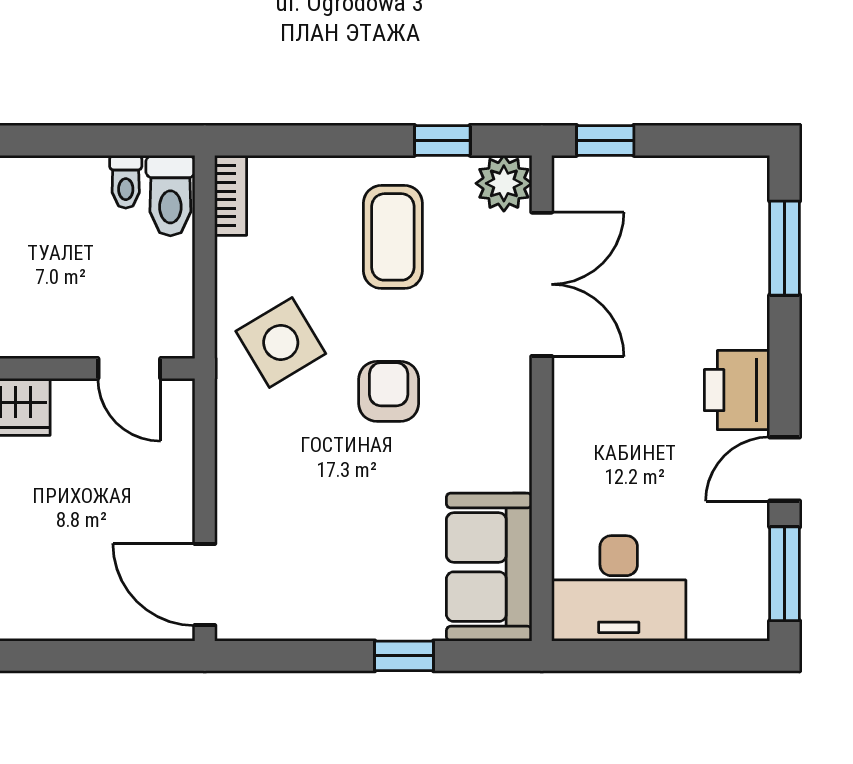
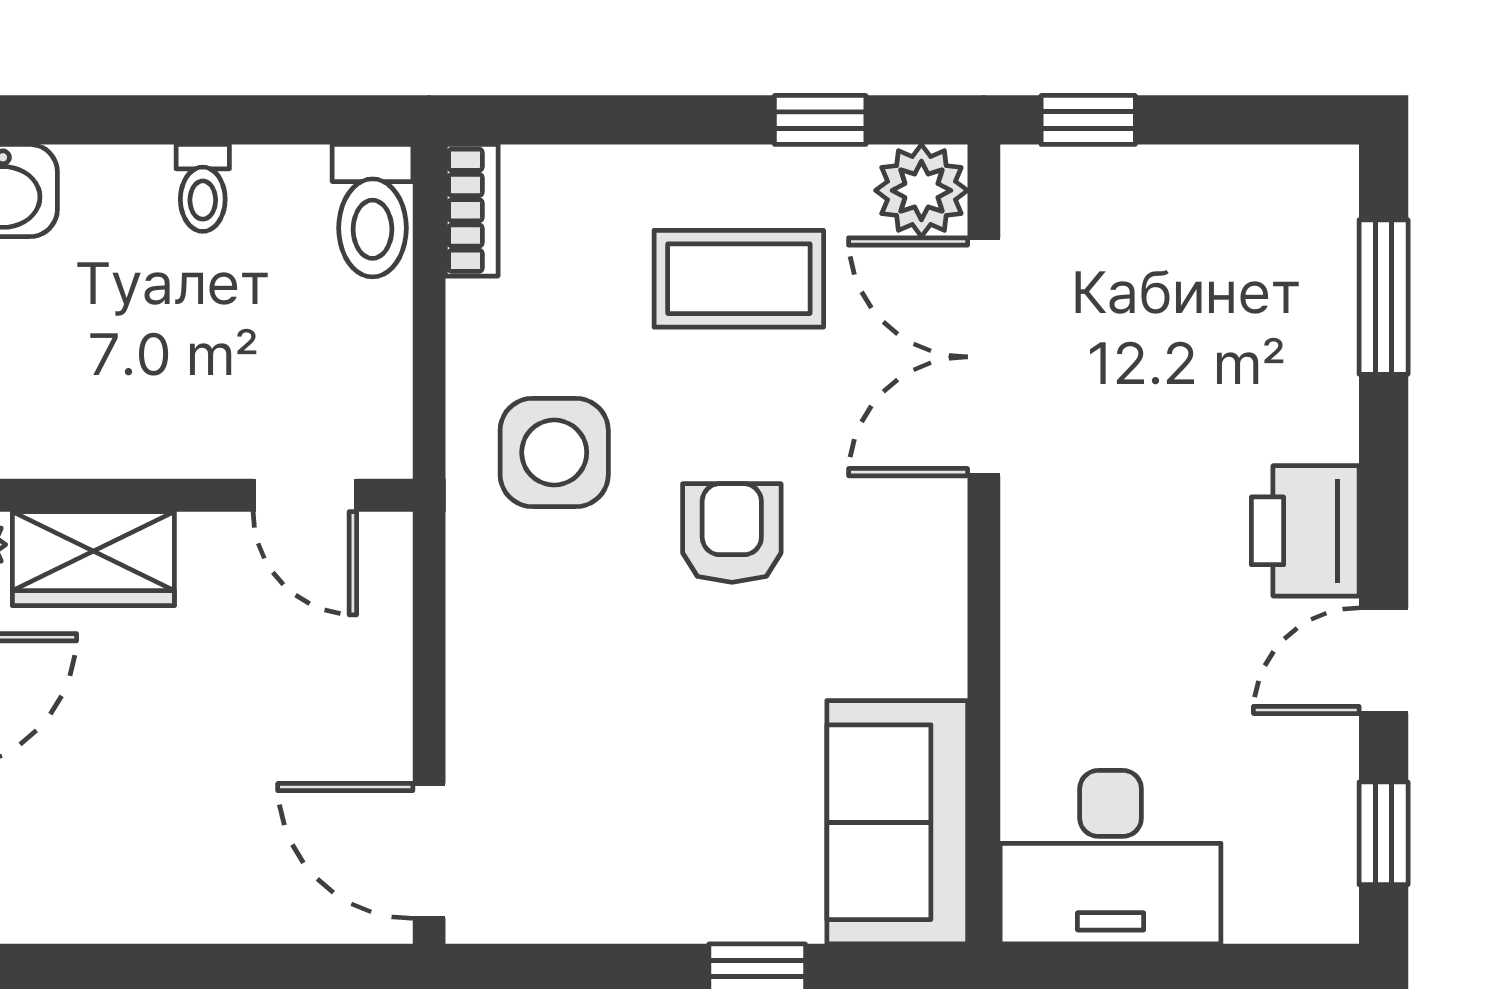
toilet: (126, 182) -> (203, 188), moved
coffee table: (393, 237) -> (739, 279), turned 90
double door: (542, 284) -> (984, 357), swing flipped
side table: (281, 342) -> (554, 452), turned 31
window: (785, 574) -> (1384, 833), width x0.67

